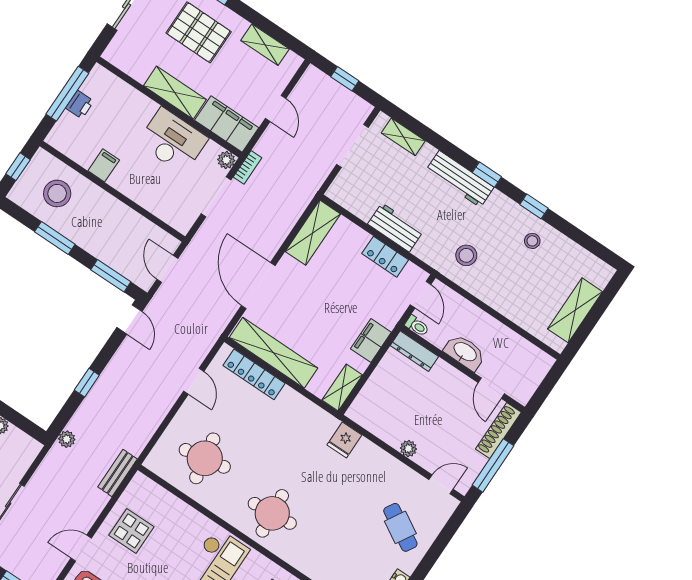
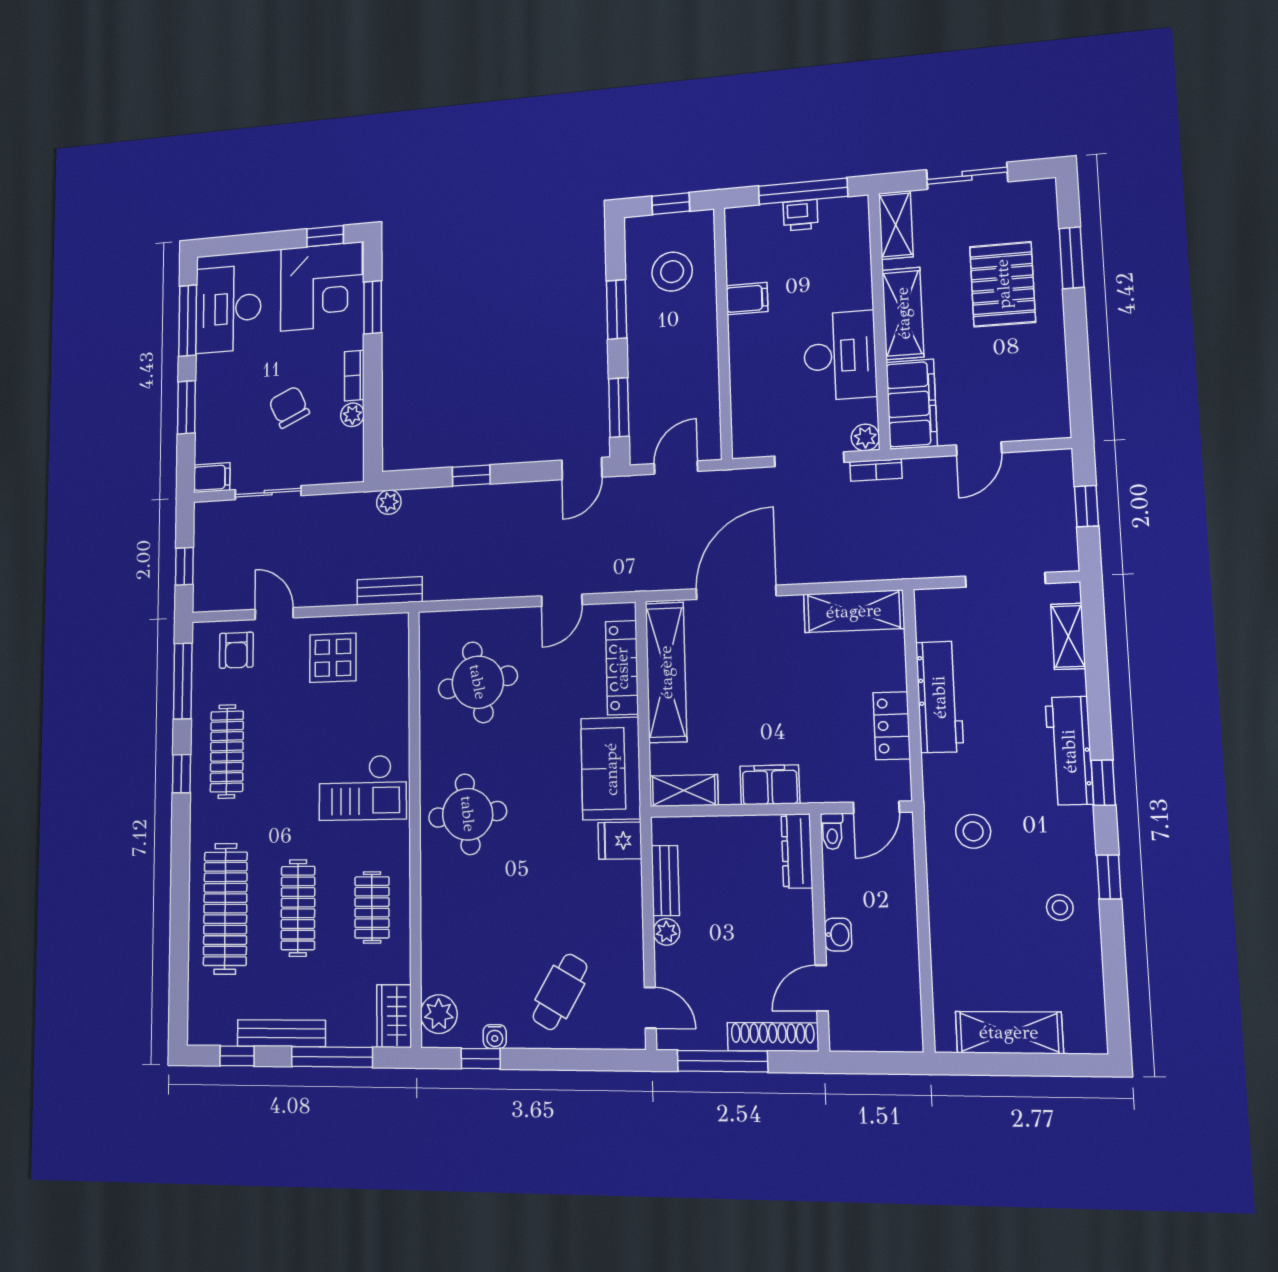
shelving: (265, 45) -> (896, 225), moved
workbench: (396, 227) -> (939, 697), width x1.37
washbasin: (465, 352) -> (838, 935), width x0.52, depth x0.69
sofa: (303, 418) -> (611, 769), added
bench: (382, 430) -> (665, 881), added

